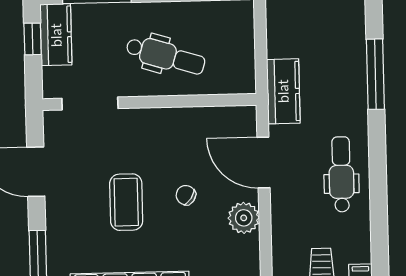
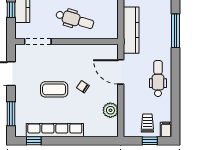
kitchen counter: (283, 91) -> (131, 30), width x1.50
coffee table: (126, 202) -> (54, 89), turned 90
plant: (244, 218) -> (110, 110), moved

